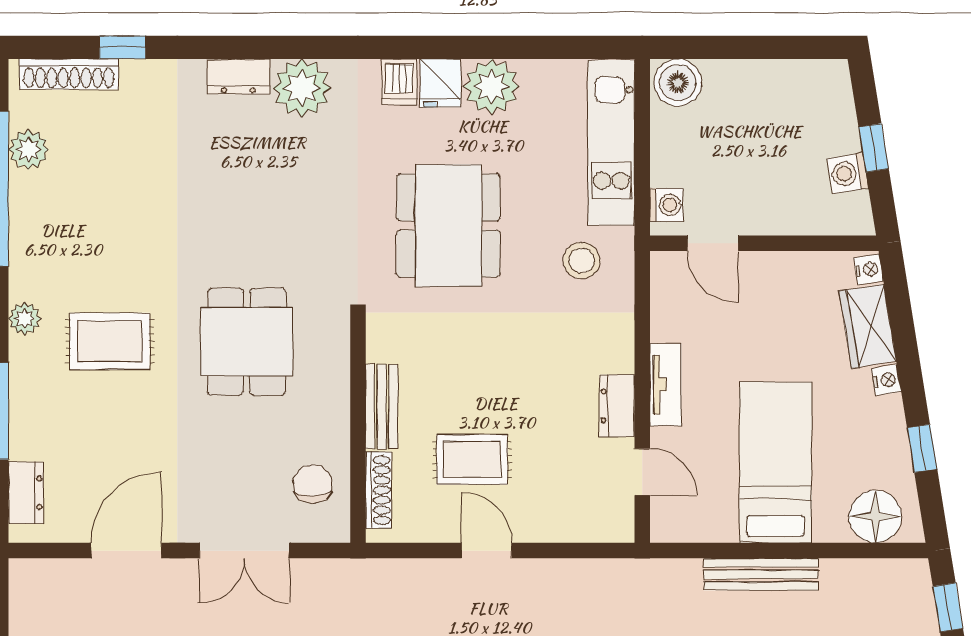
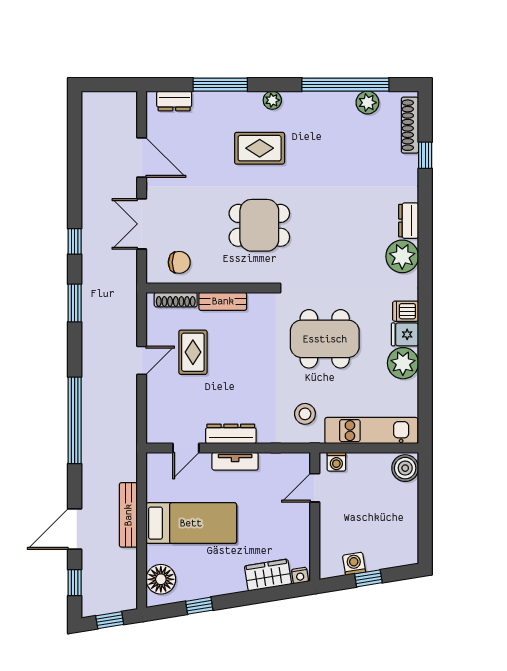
rug: (110, 341) -> (260, 148), turned 90
nightstand: (886, 380) -> (238, 585), removed
dresser: (617, 406) -> (231, 434), width x1.44

